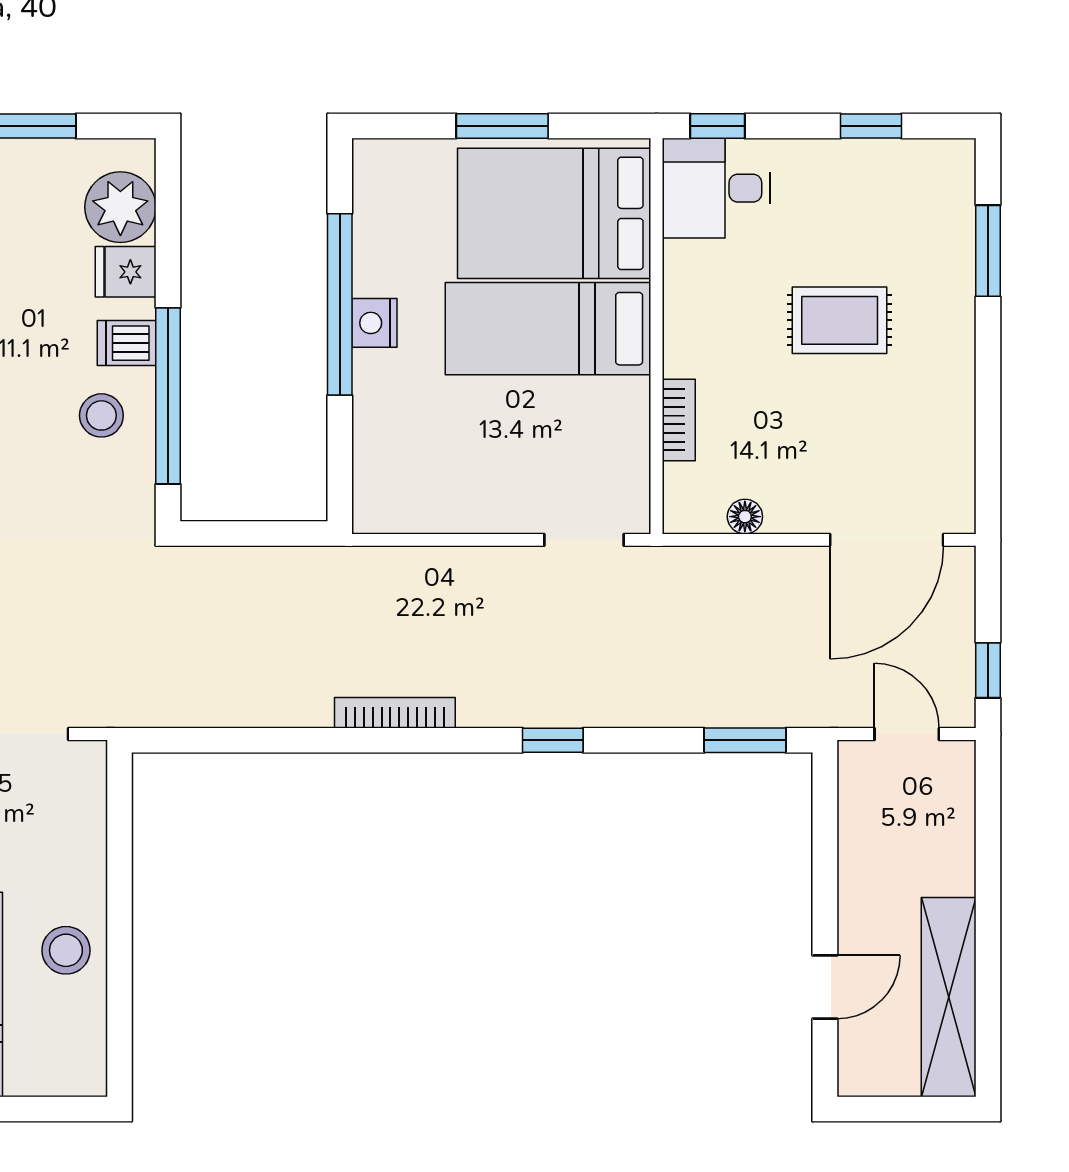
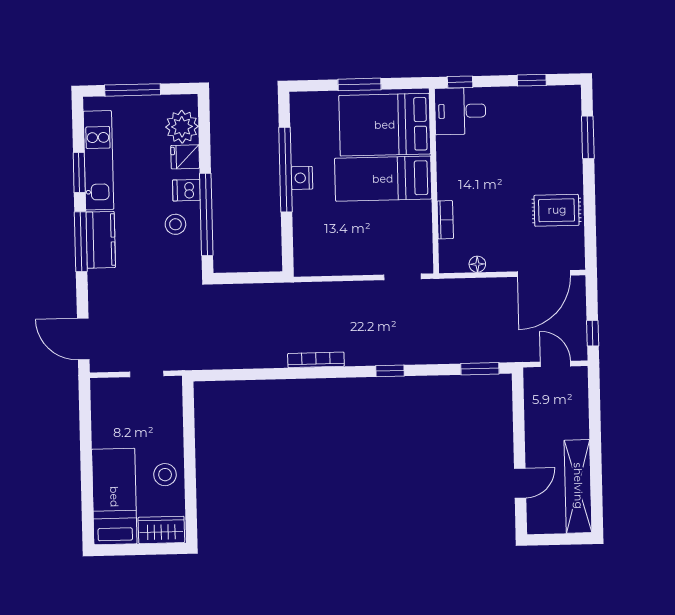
rug: (840, 320) -> (557, 210), moved
wardrobe: (55, 1069) -> (161, 530), added

